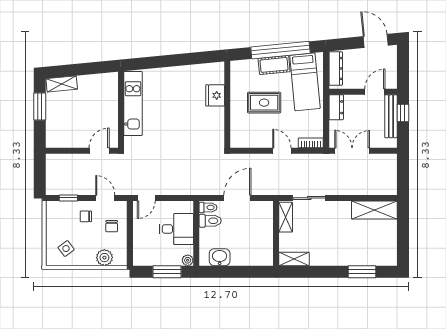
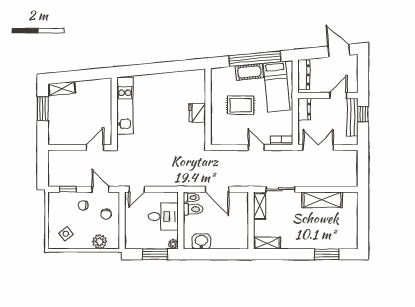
fridge: (215, 95) -> (197, 113), moved
door: (237, 198) -> (217, 189), swing flipped
shelving: (374, 210) -> (322, 200), moved

